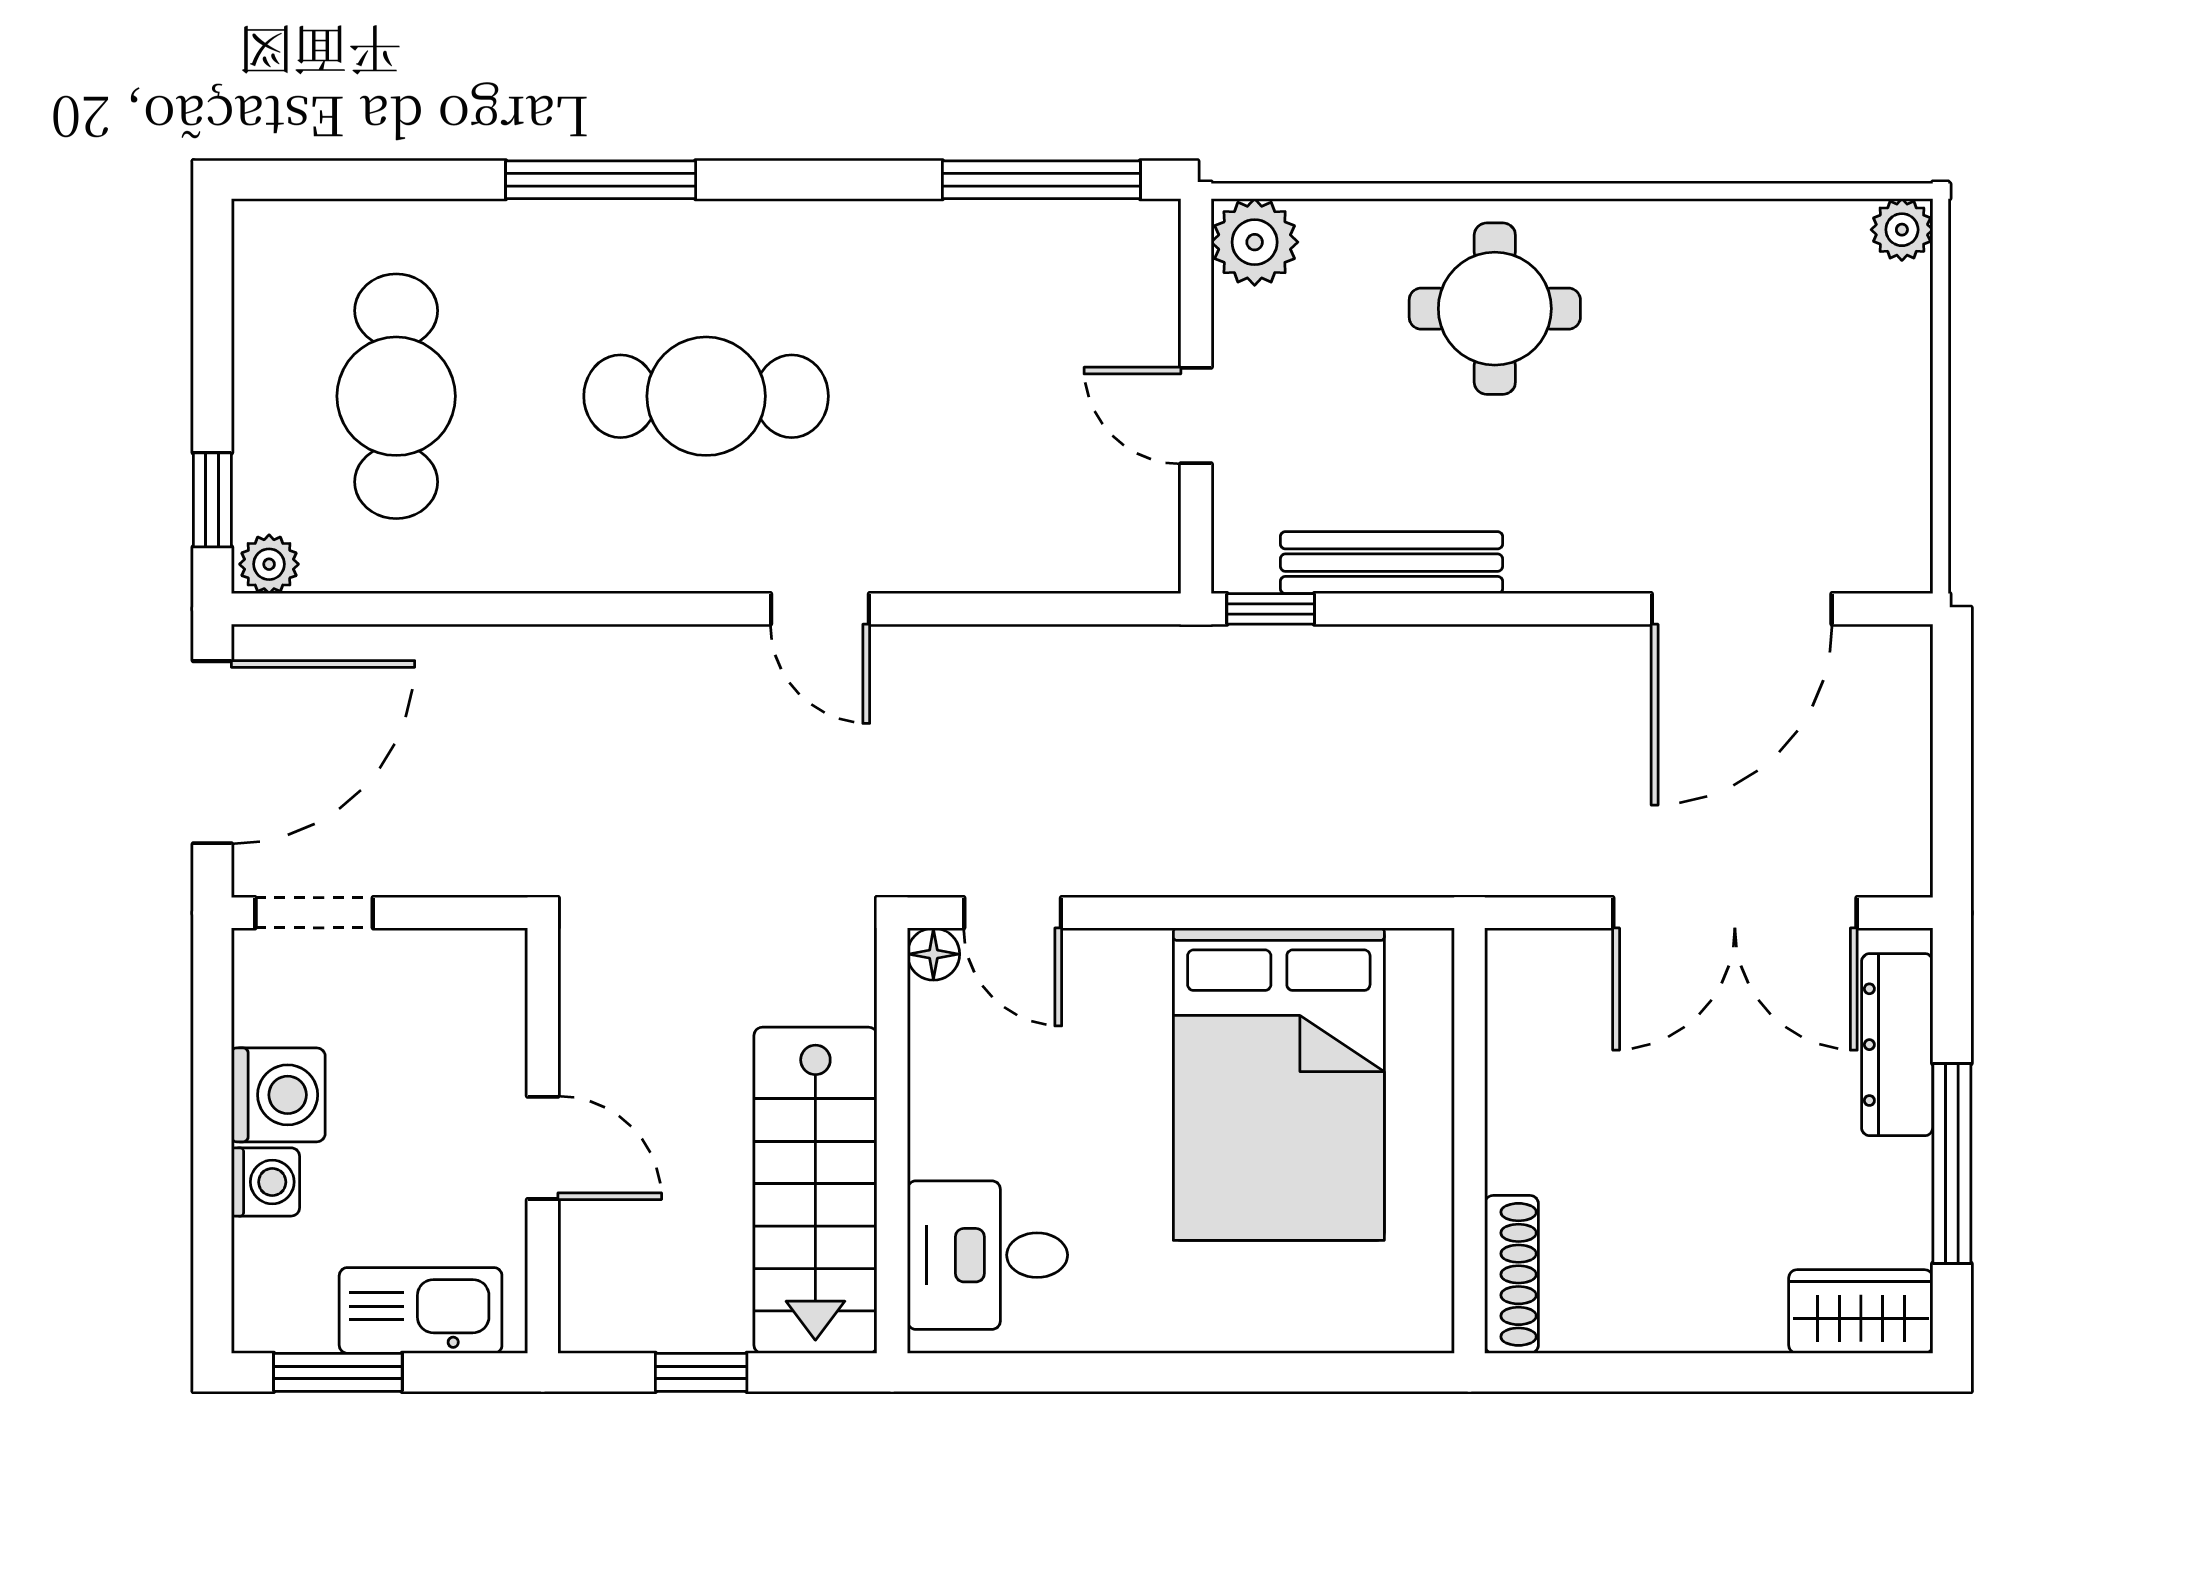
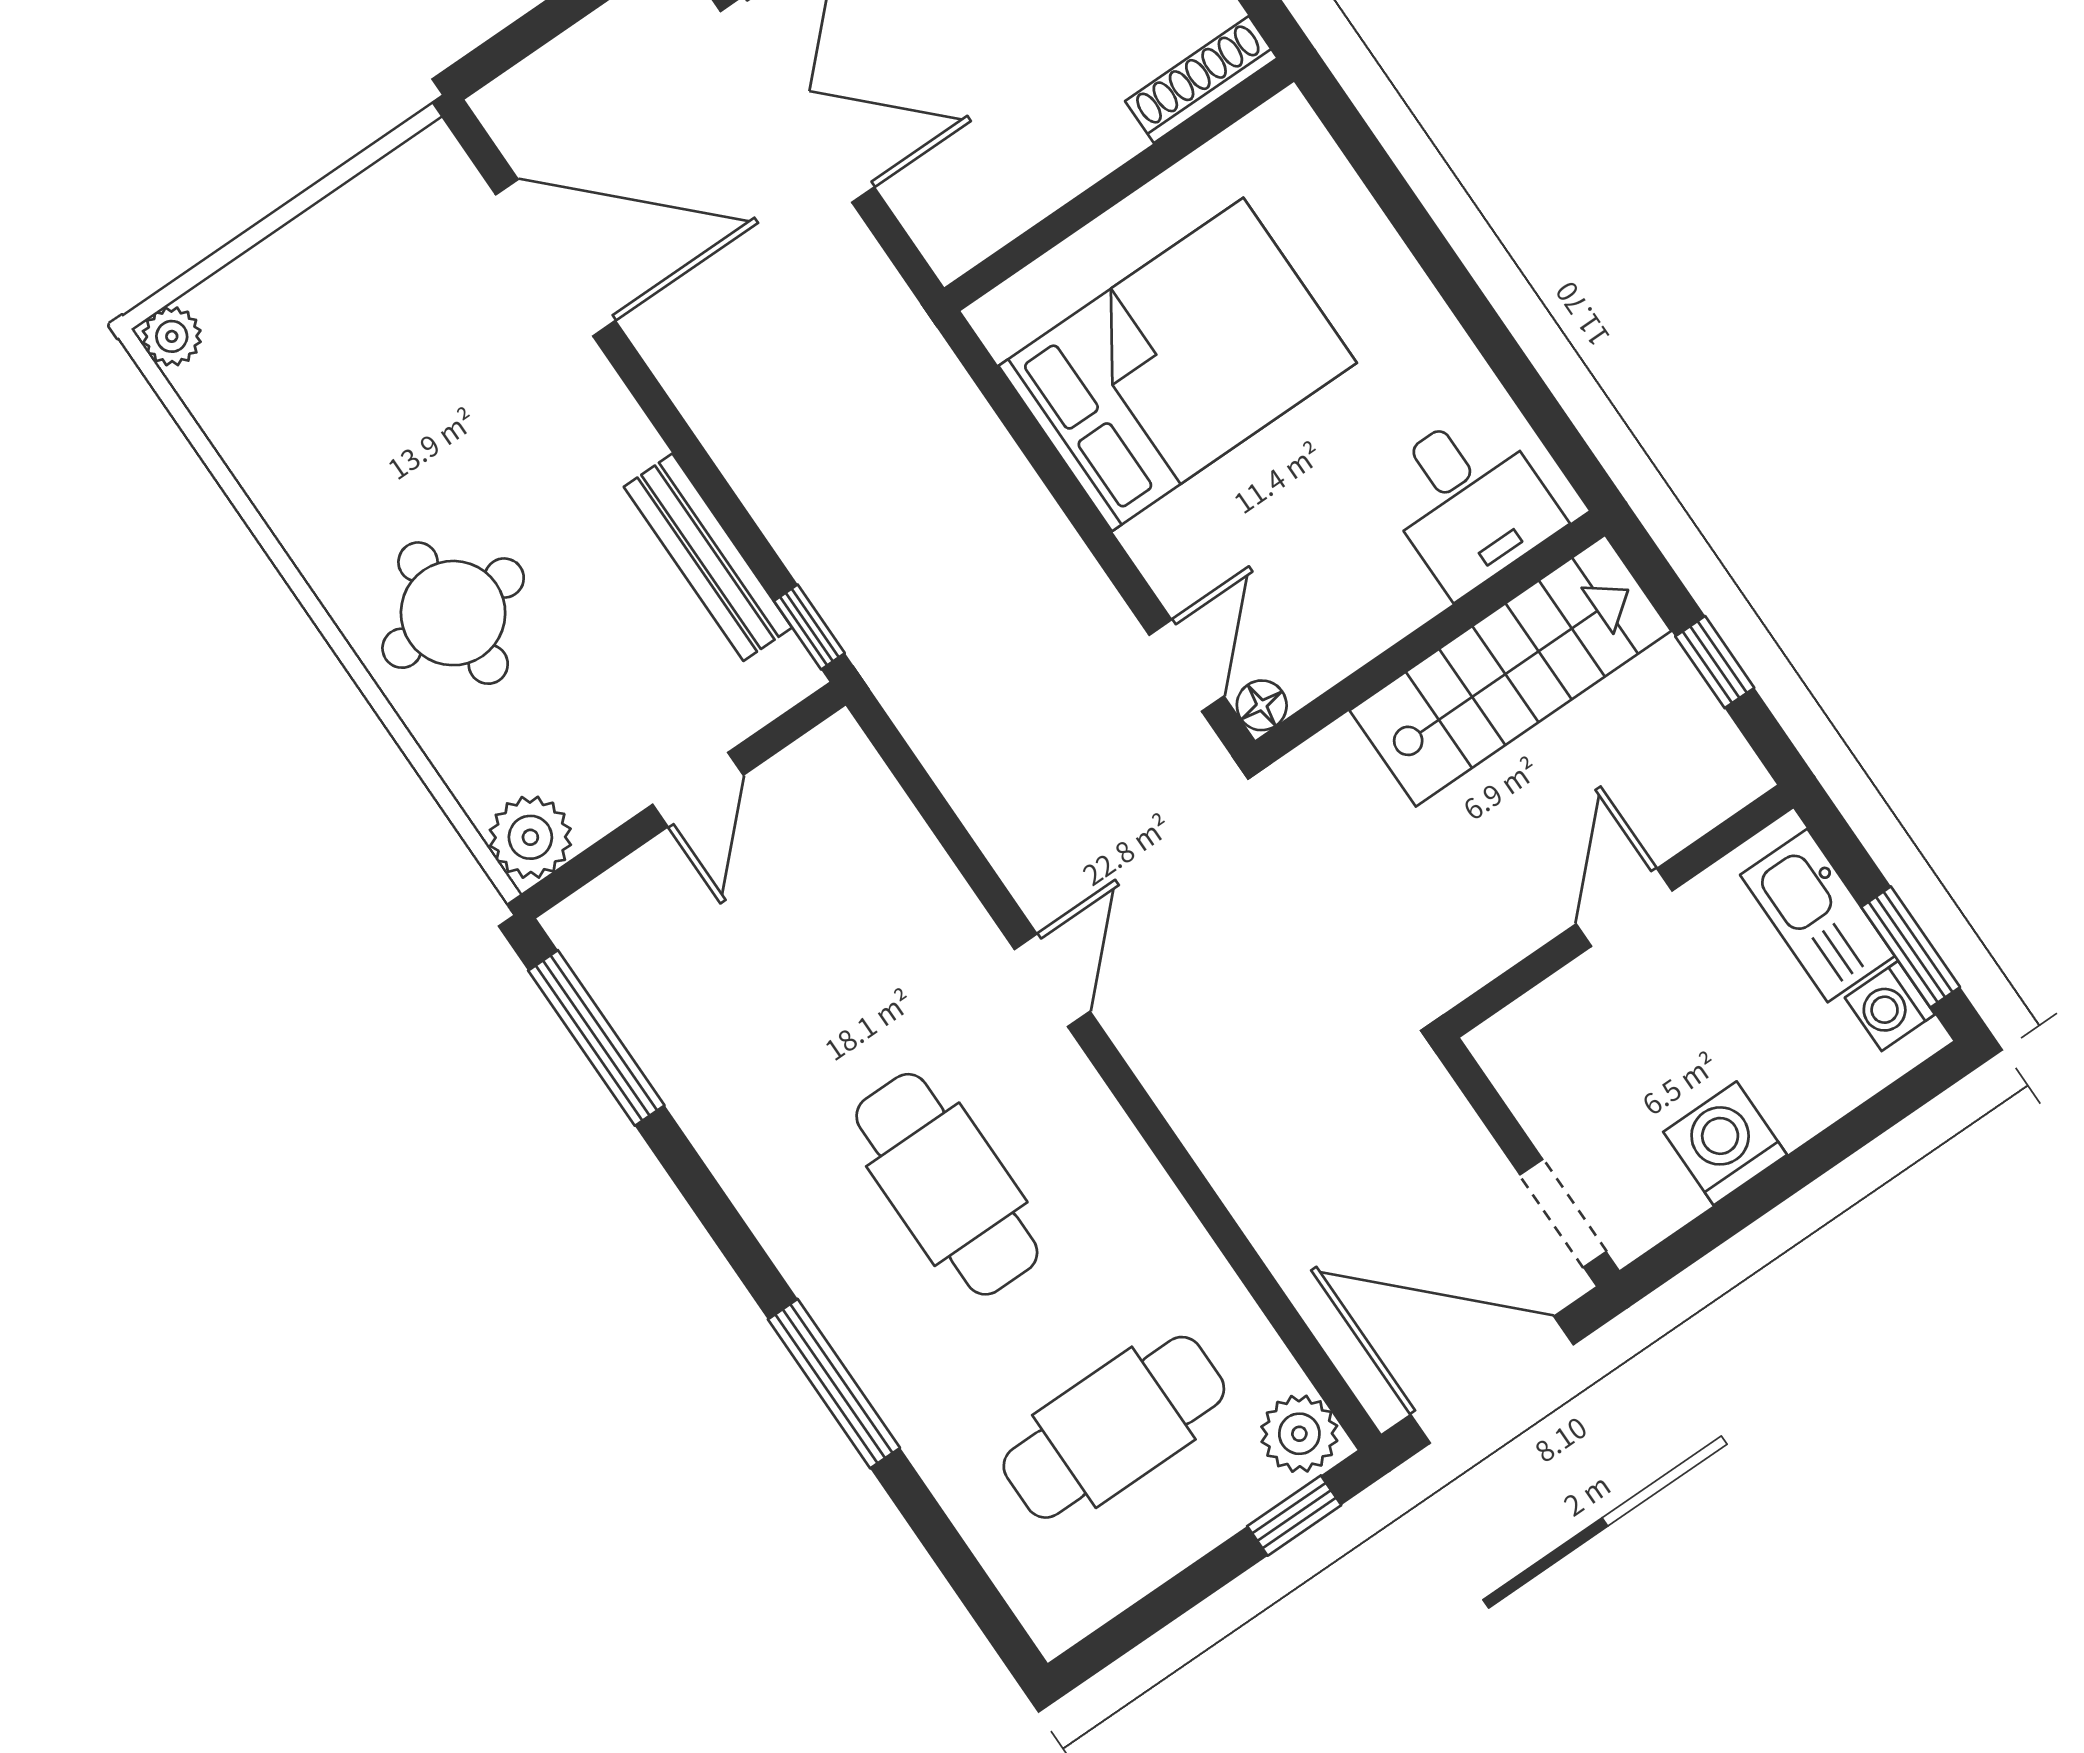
plant: (269, 564) -> (1299, 1434), width x1.38, depth x1.38
washing machine: (265, 1182) -> (1890, 1006), moved, turned -90

